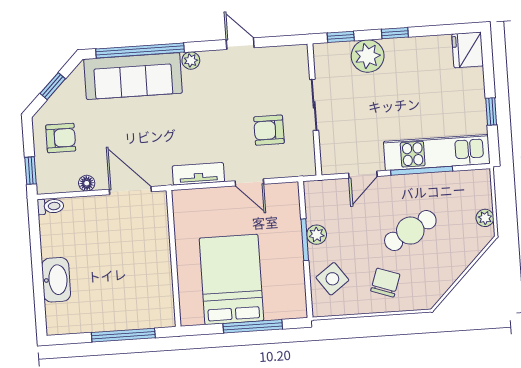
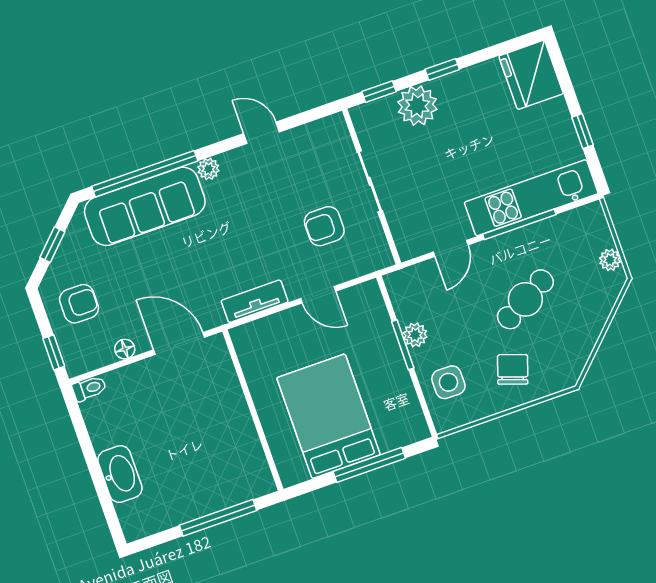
fridge: (468, 50) -> (531, 75), width x1.36, depth x1.34
side table: (332, 279) -> (448, 382), turned 36

